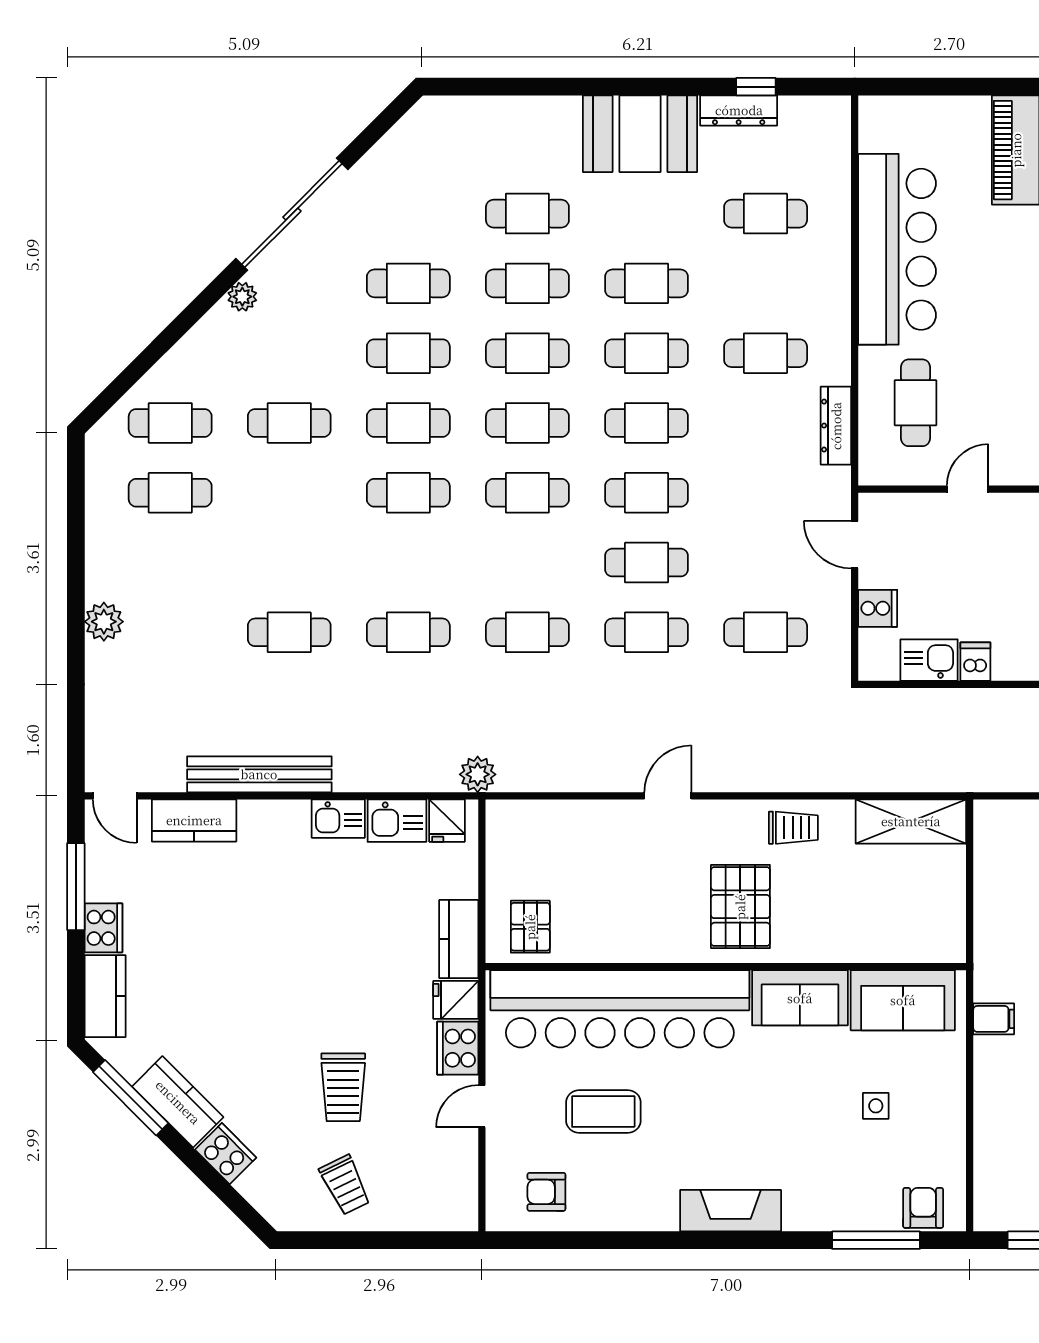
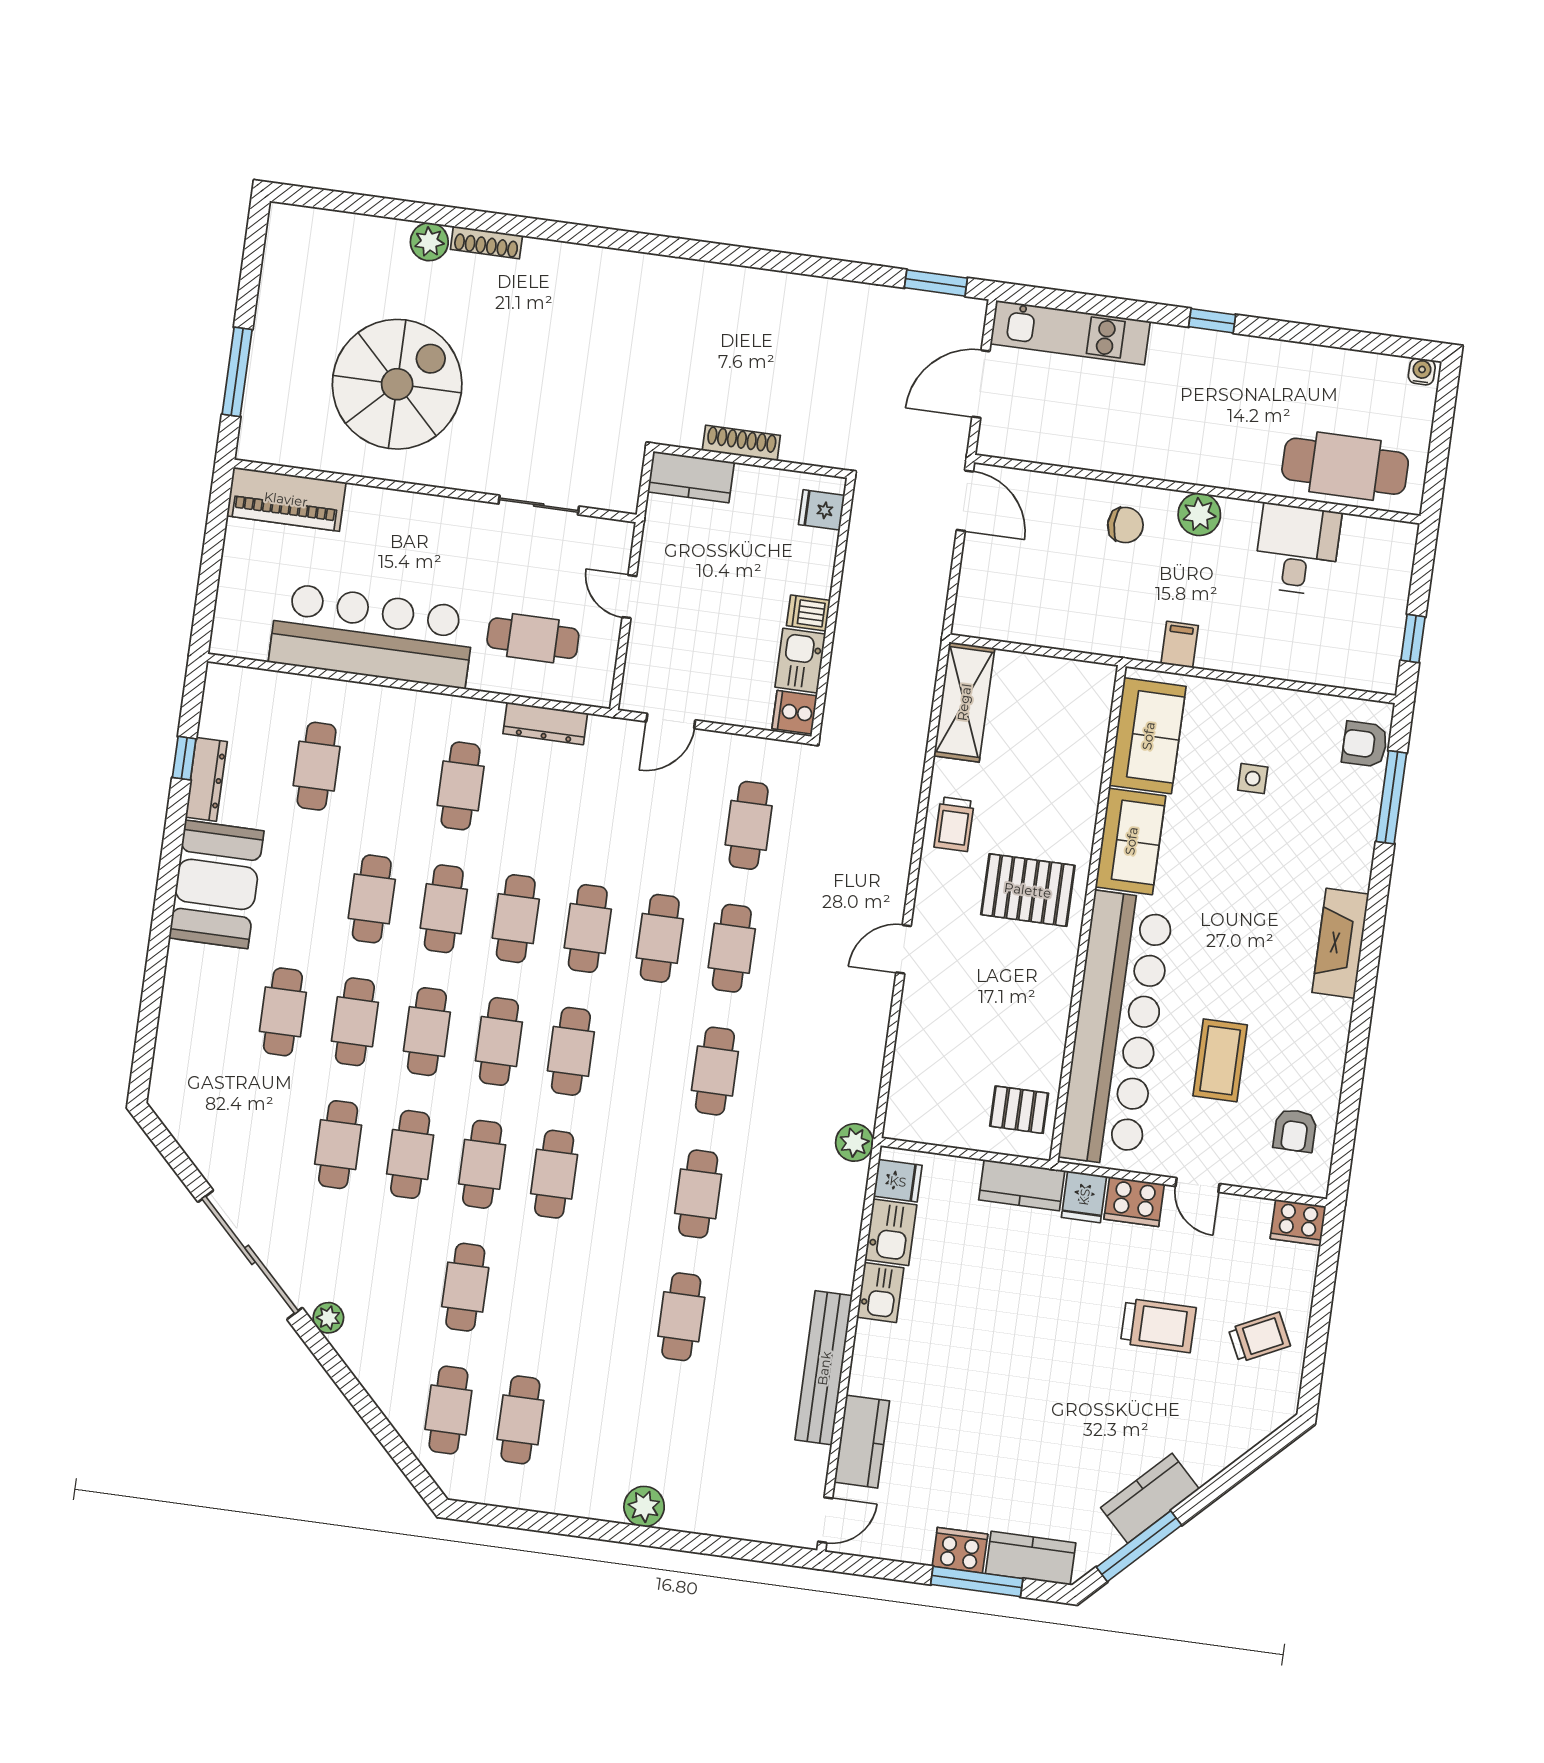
cooker: (878, 608) -> (795, 712), moved, turned -90
door: (668, 796) -> (903, 949), hinge flipped
trolley: (793, 828) -> (954, 824), turned 180
window: (76, 887) -> (977, 1582), moved
cooker: (226, 1154) -> (1298, 1222), moved, turned -135

